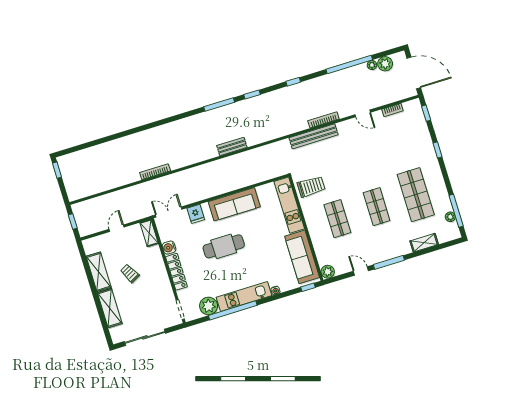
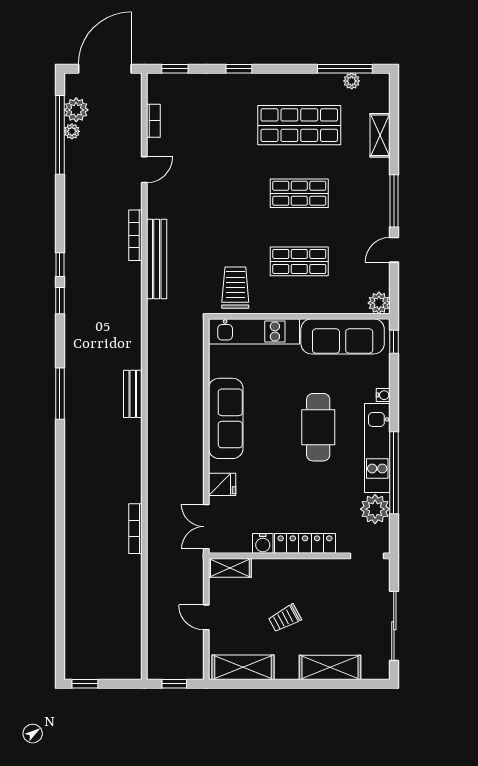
window: (349, 65) -> (60, 135), moved
window: (252, 94) -> (60, 301), moved
cafe table: (224, 246) -> (318, 427), moved
shelving: (99, 272) -> (243, 667), moved

